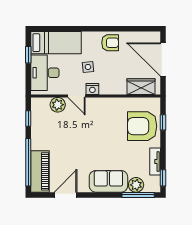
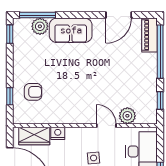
nightstand: (92, 89) -> (58, 133), moved
armchair: (142, 126) -> (33, 92), width x0.53, depth x0.53
tv unit: (155, 162) -> (19, 52), removed
piano: (40, 171) -> (150, 35), width x0.73, depth x0.75

